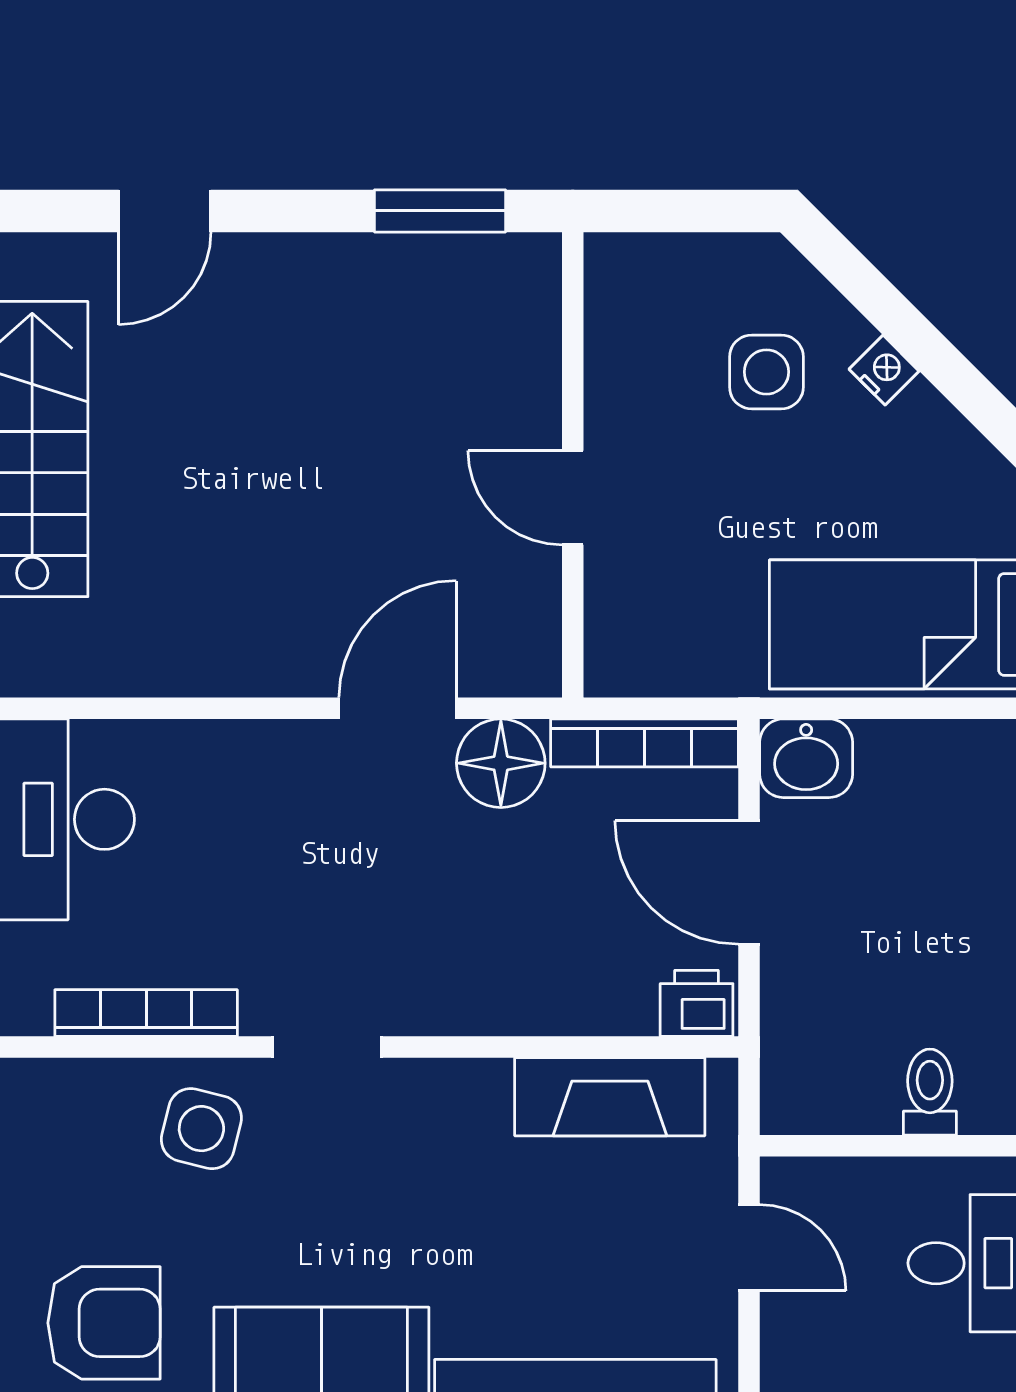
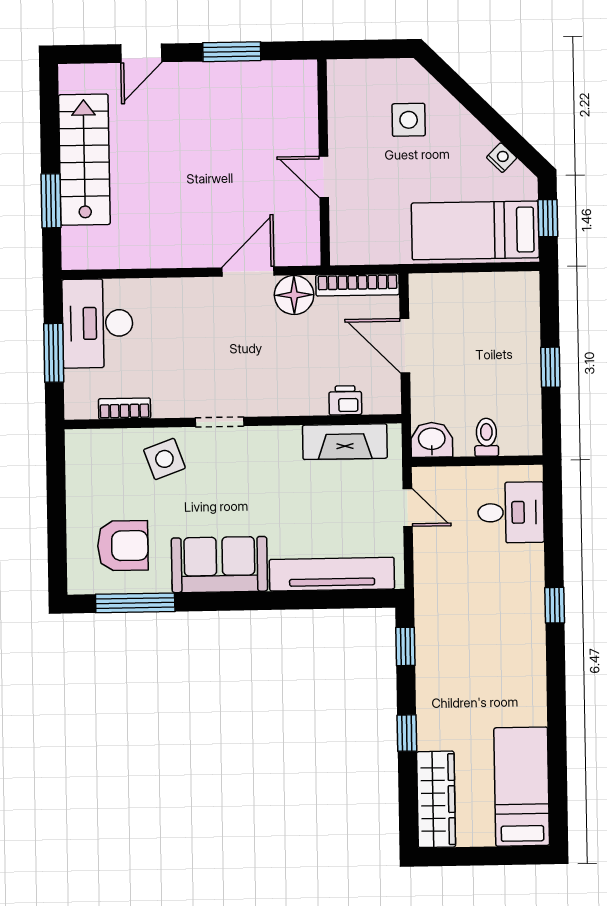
window: (440, 211) -> (232, 52), moved
nightstand: (884, 370) -> (502, 158), moved
washbasin: (806, 758) -> (432, 440), moved, turned 180
printer: (697, 1003) -> (345, 400), moved
bookcase: (146, 1013) -> (125, 409), width x0.64
side table: (201, 1129) -> (164, 459), turned -34

